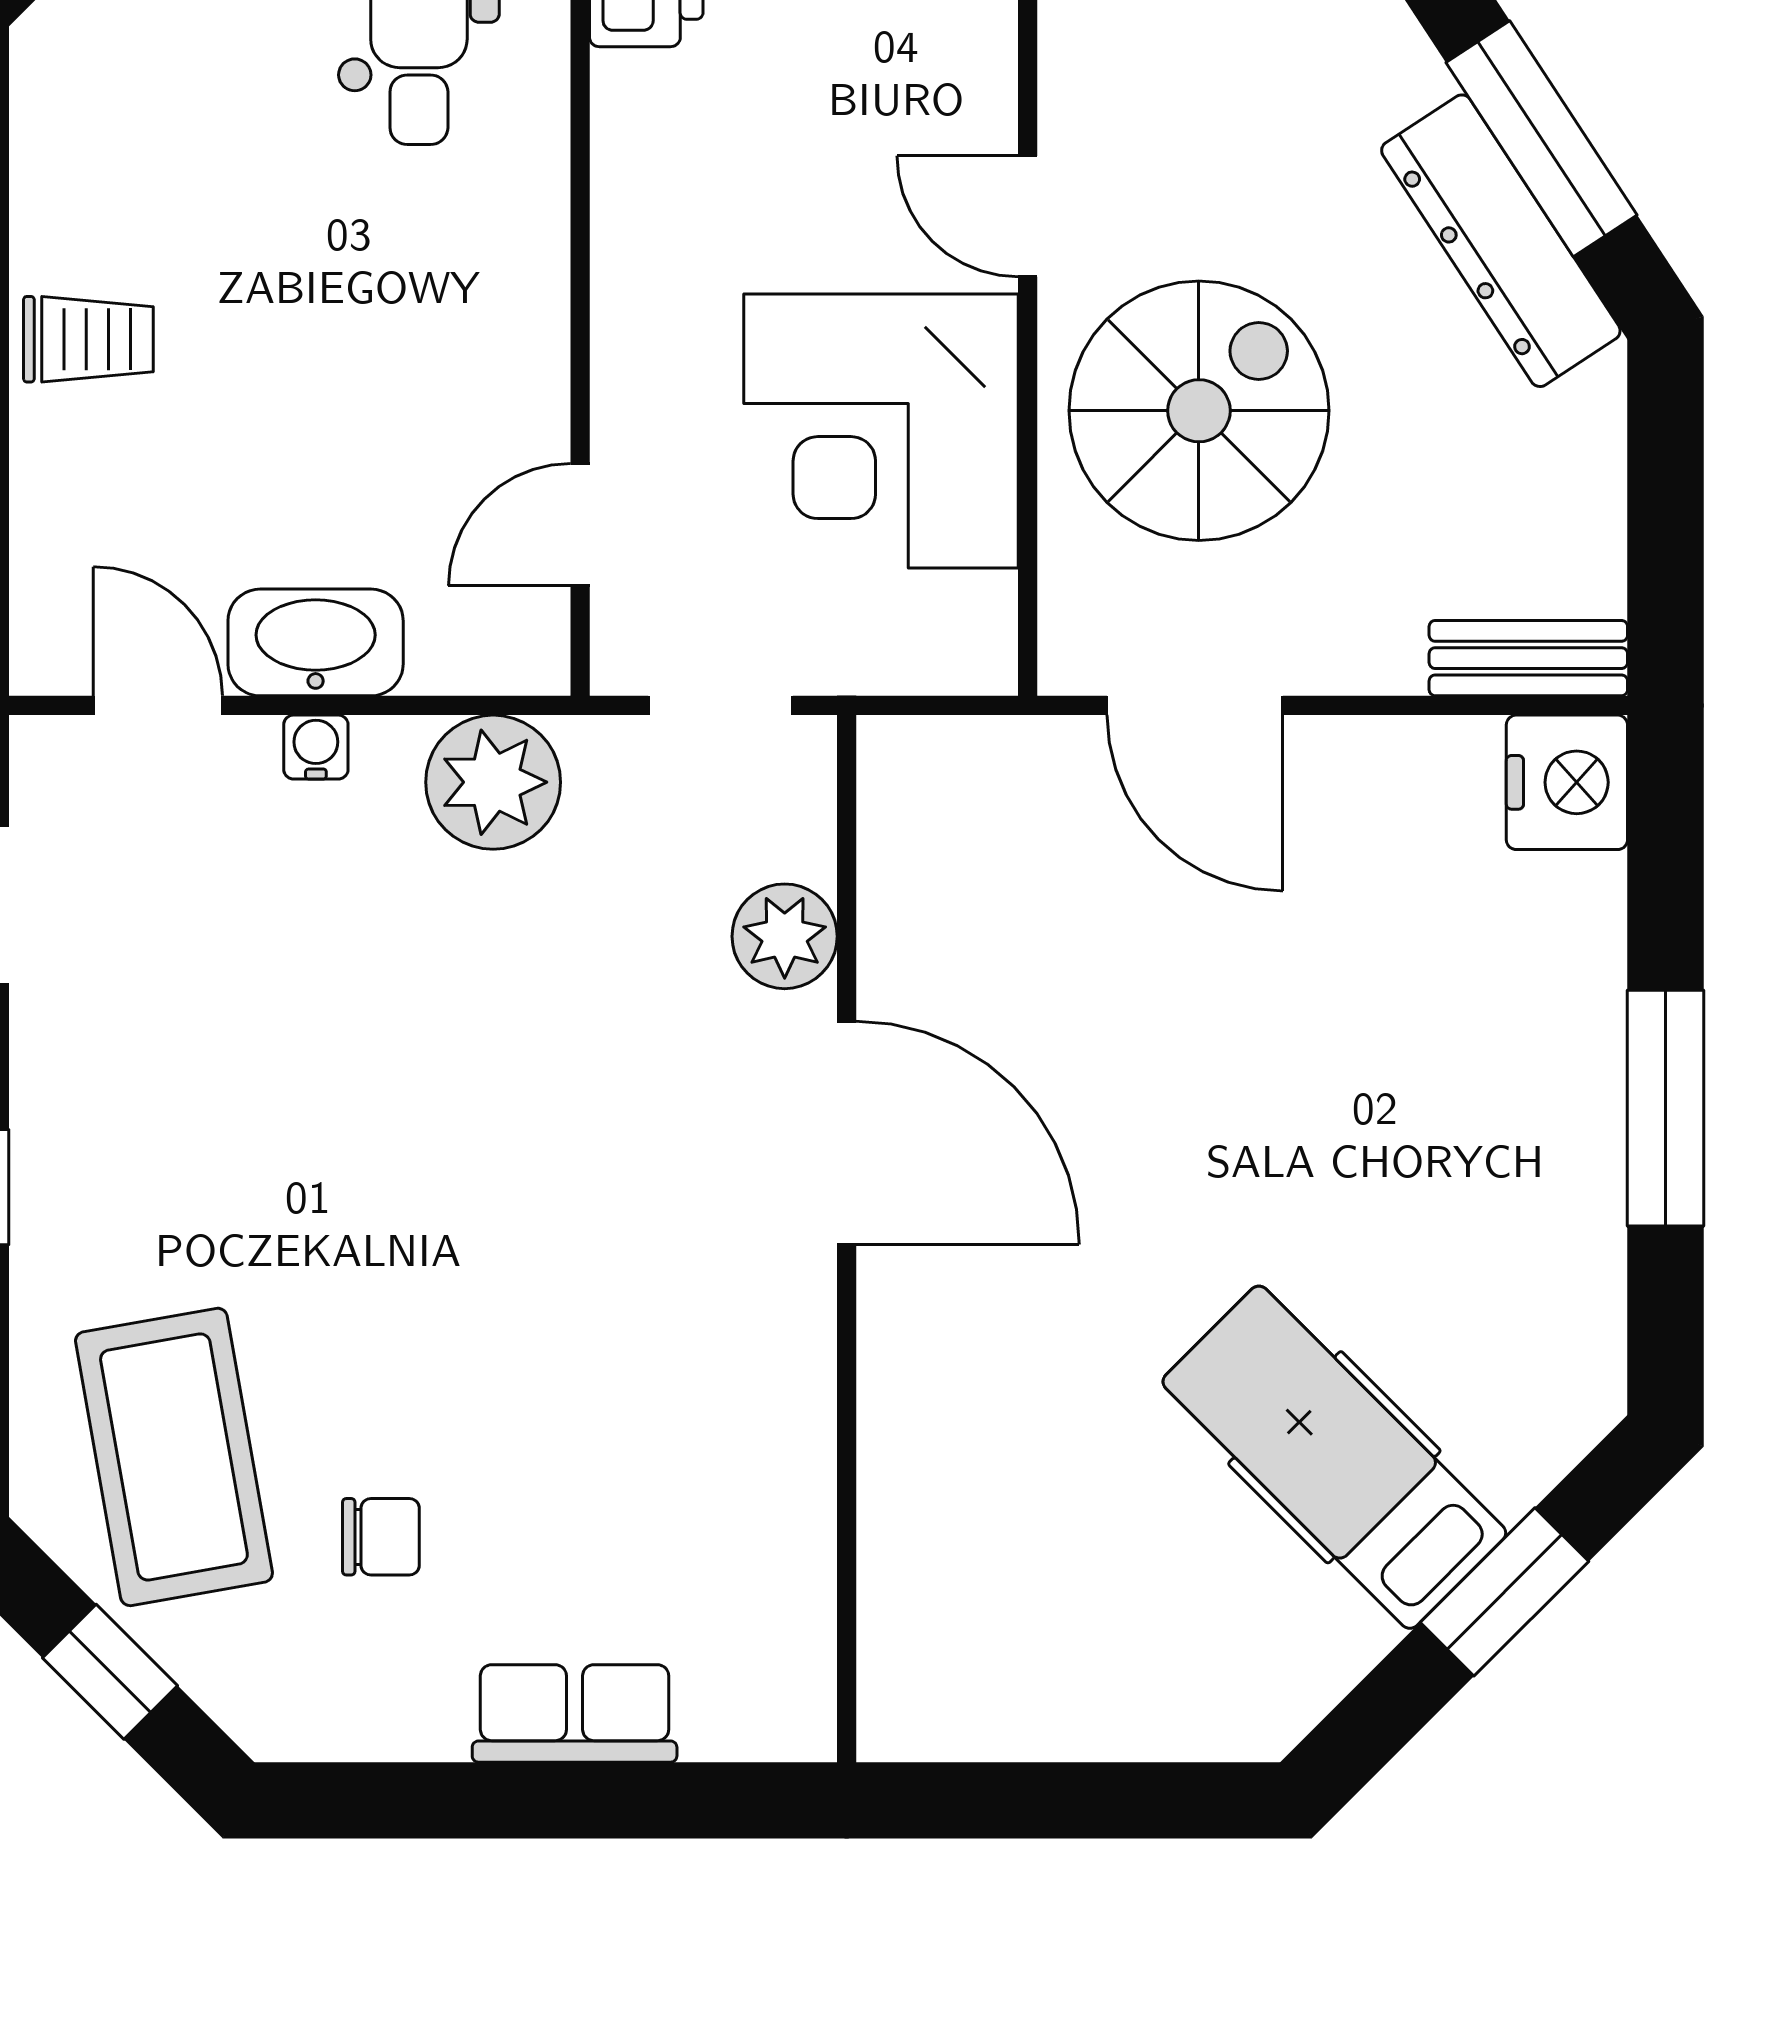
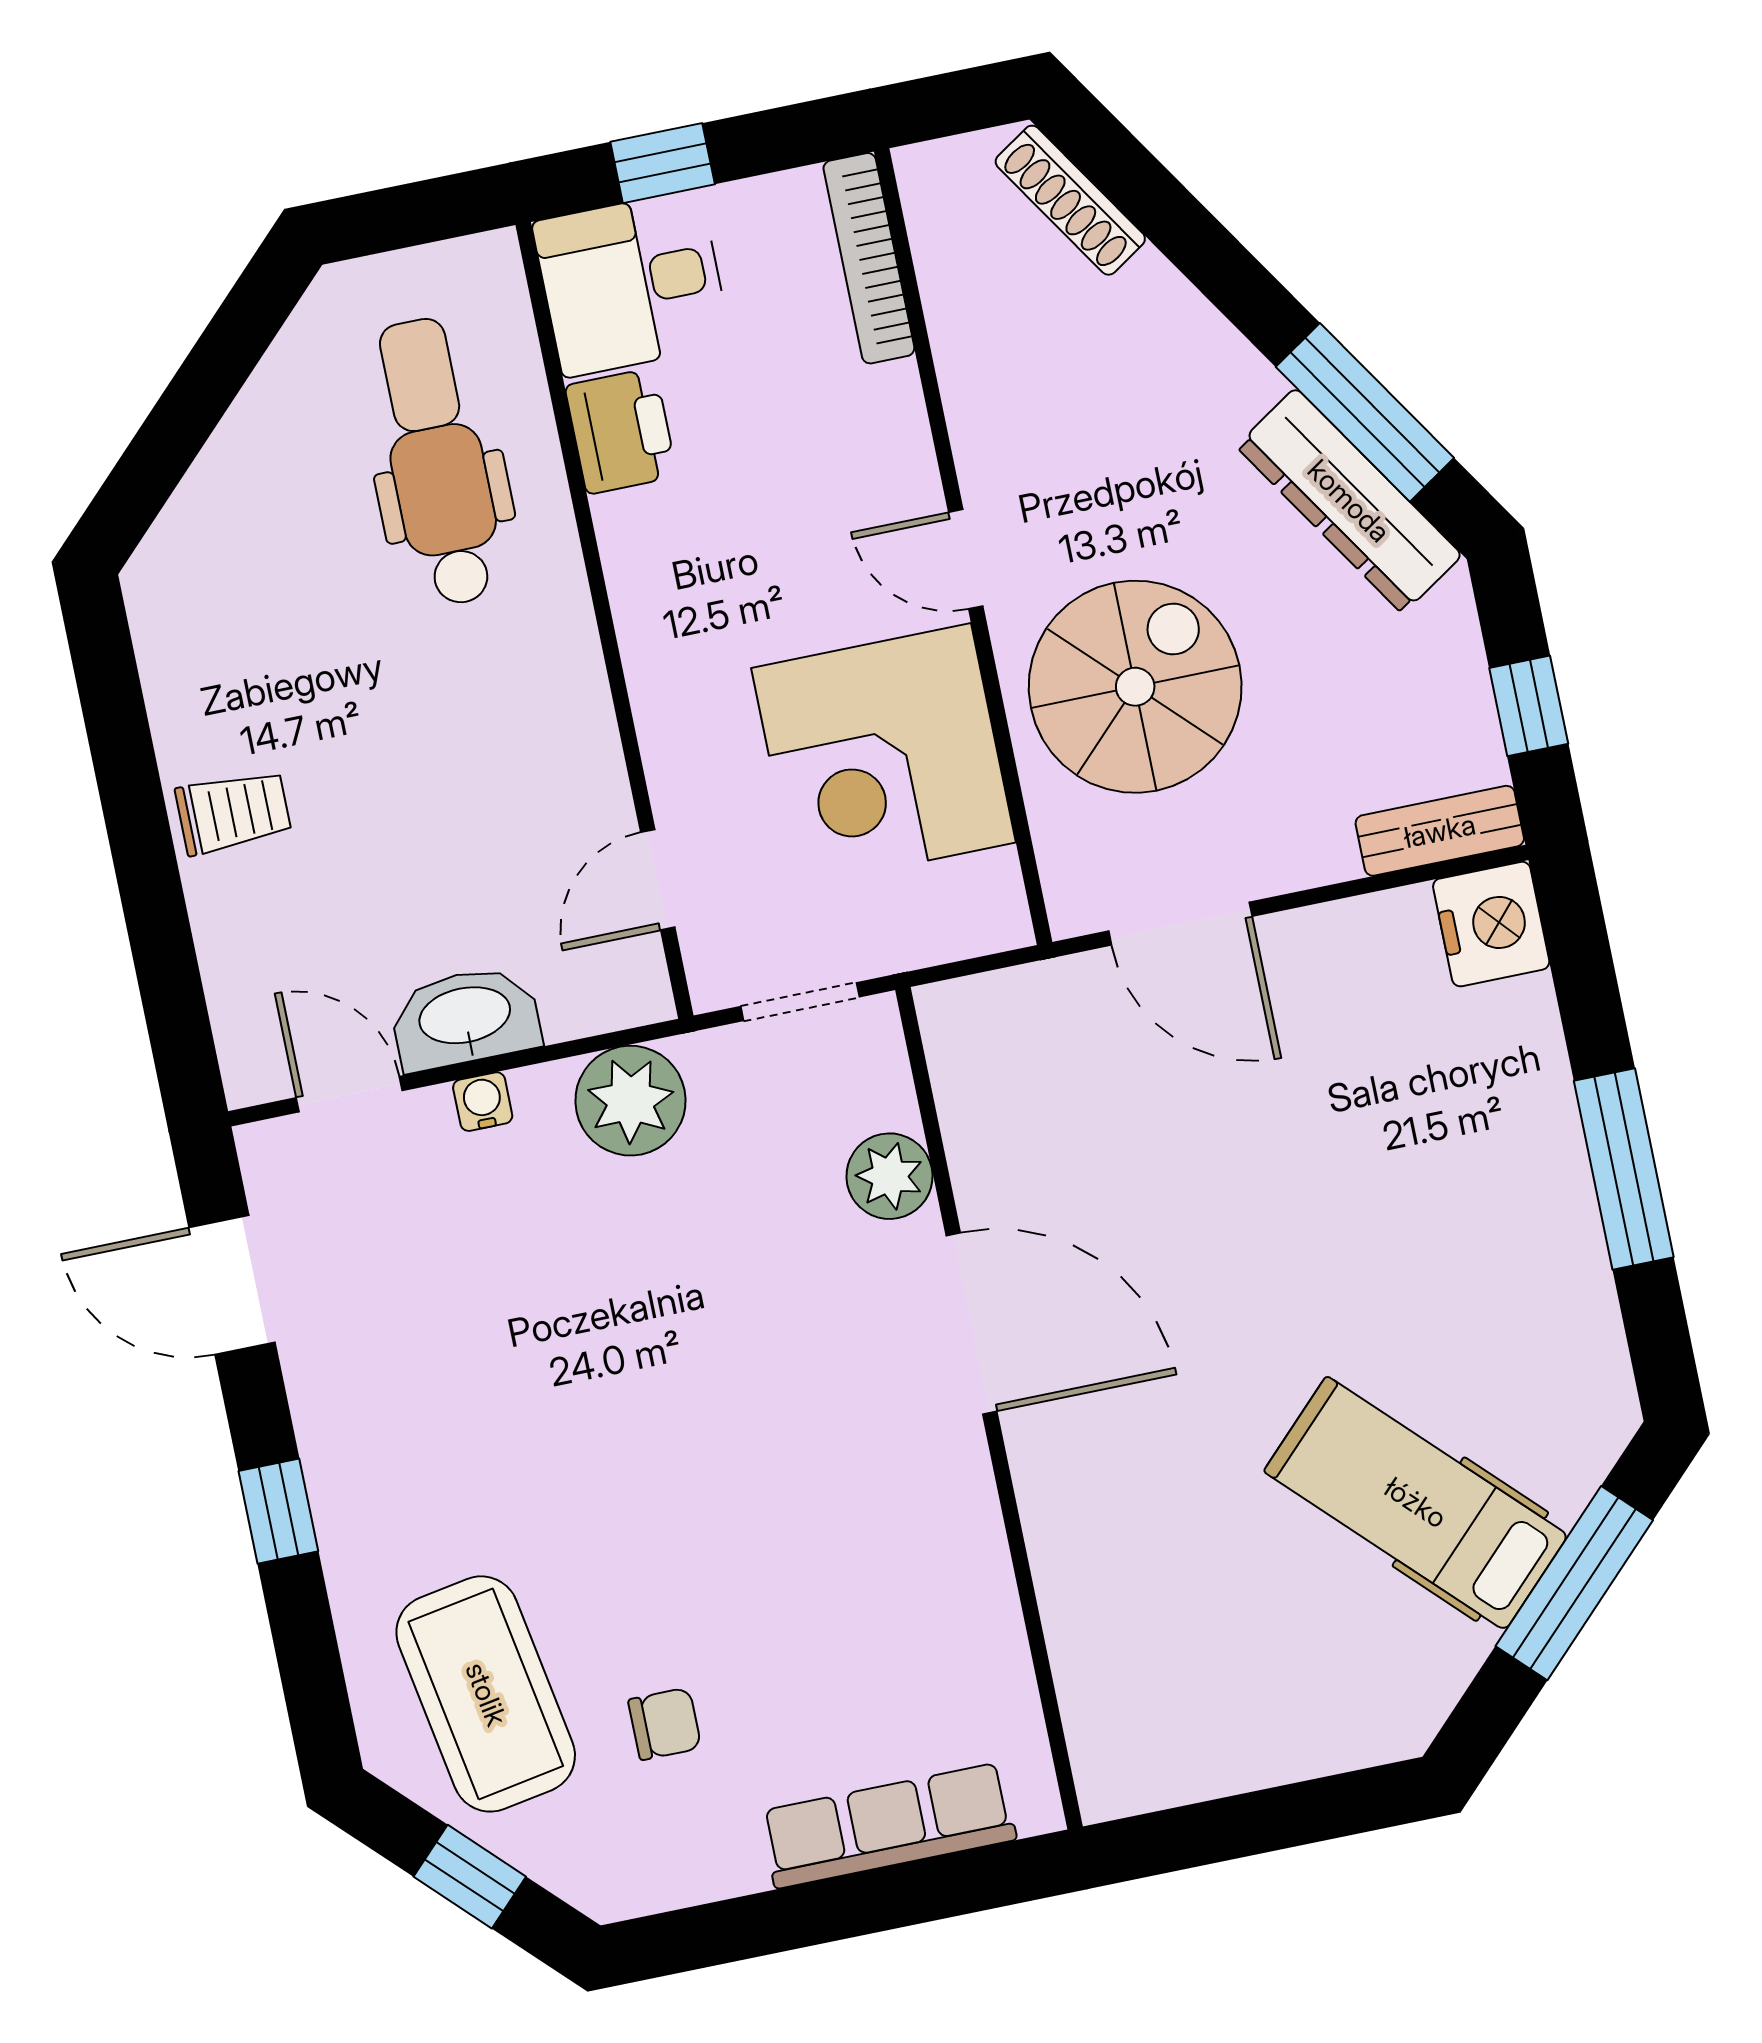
window: (1665, 530) -> (1529, 706), added
window: (1504, 1592) -> (1574, 1583), width x1.44
row of seats: (575, 1713) -> (888, 1826), width x1.48

